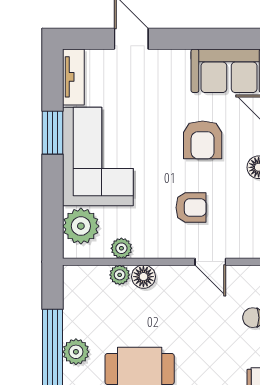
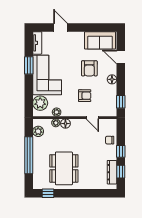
plant: (76, 352) -> (38, 131), moved

